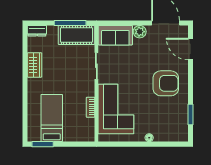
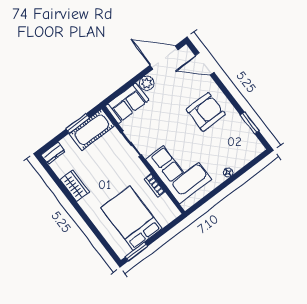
window: (70, 23) -> (78, 123), width x0.69
bed: (52, 118) -> (131, 218), width x1.50

